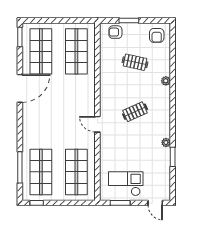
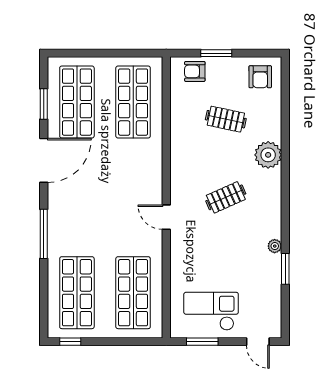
window: (20, 37) -> (44, 104), moved
plant: (166, 81) -> (268, 155), width x1.88, depth x1.88
window: (20, 167) -> (44, 234), moved

